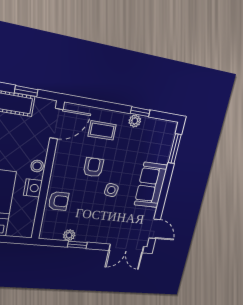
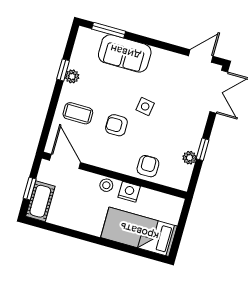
coffee table: (102, 130) -> (78, 113), turned 90
sofa: (151, 185) -> (125, 53), moved

